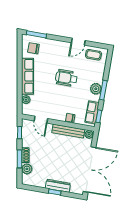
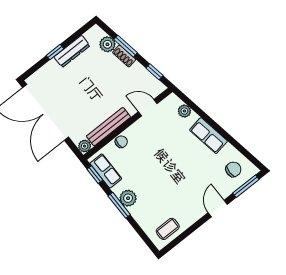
door: (78, 42) -> (218, 208), moved
row of seats: (28, 76) -> (208, 136), width x0.68
wheelchair: (66, 78) -> (169, 176), removed
dresser: (58, 186) -> (72, 51), moved

